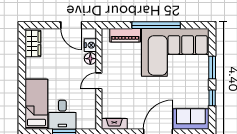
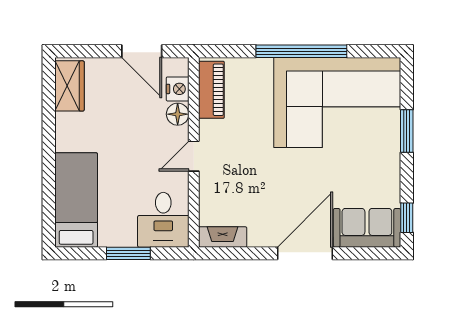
piano: (125, 35) -> (211, 90), moved, turned -90
window: (212, 98) -> (407, 218), moved
desk: (62, 115) -> (163, 220), moved

